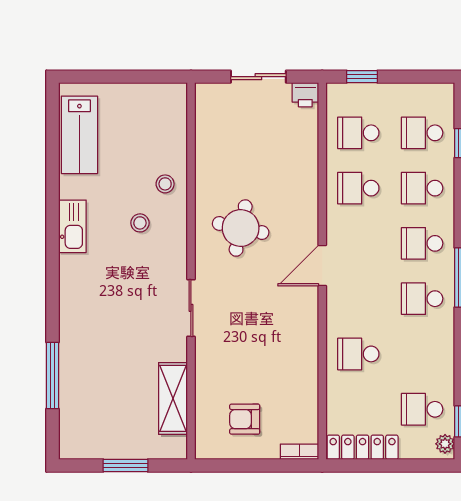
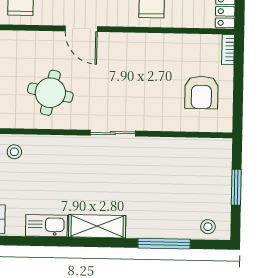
stool: (140, 223) -> (208, 227), moved
shelving: (173, 398) -> (97, 226), moved
armchair: (245, 419) -> (201, 92), width x1.38, depth x1.38

